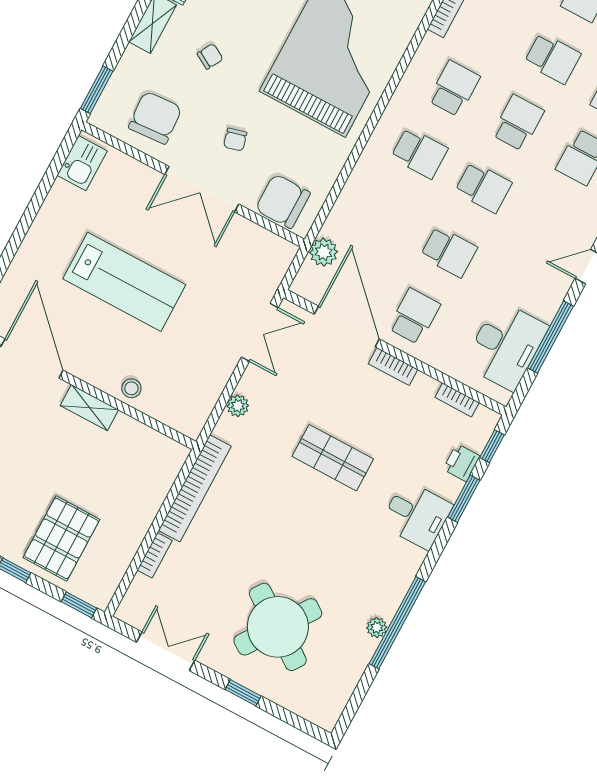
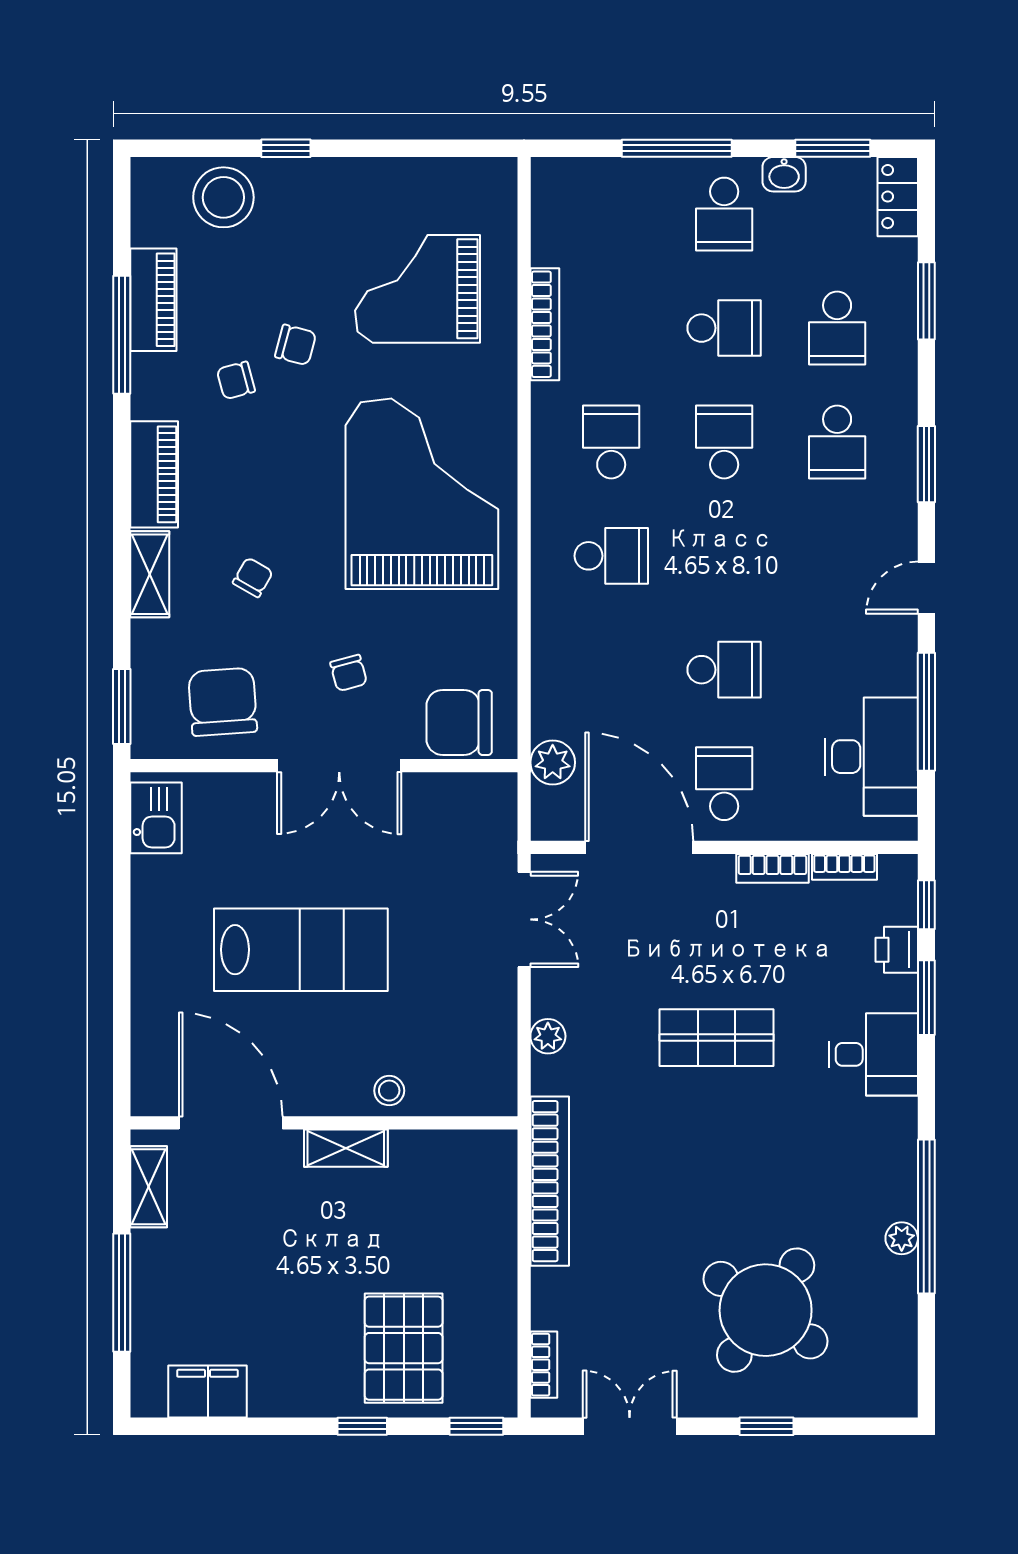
school desk: (483, 187) -> (724, 556), removed
bookcase: (393, 367) -> (772, 868), moved
bookcase: (155, 555) -> (544, 1365), moved

